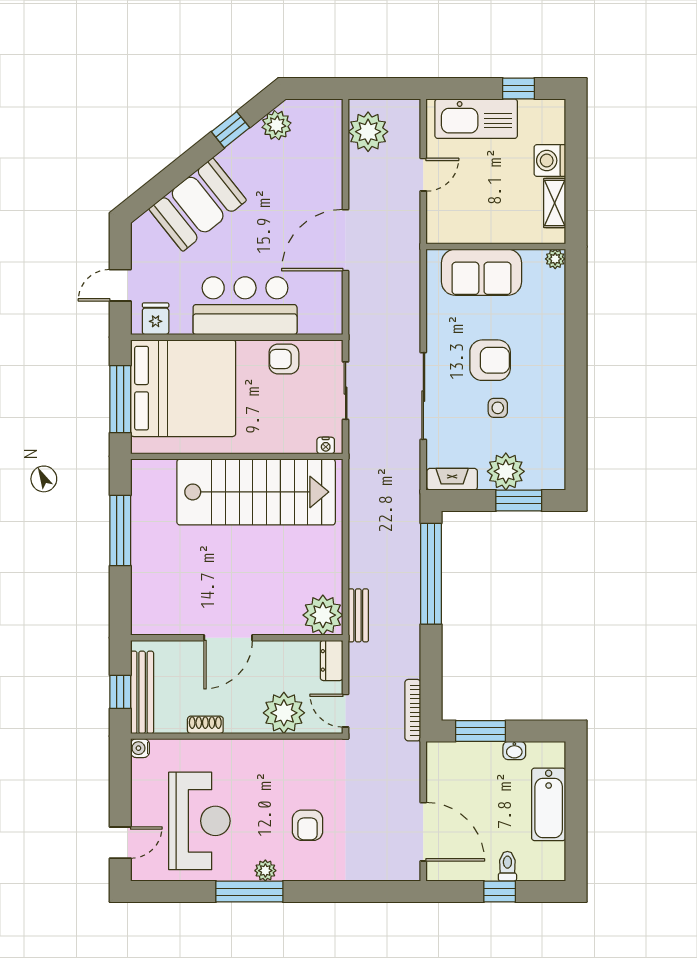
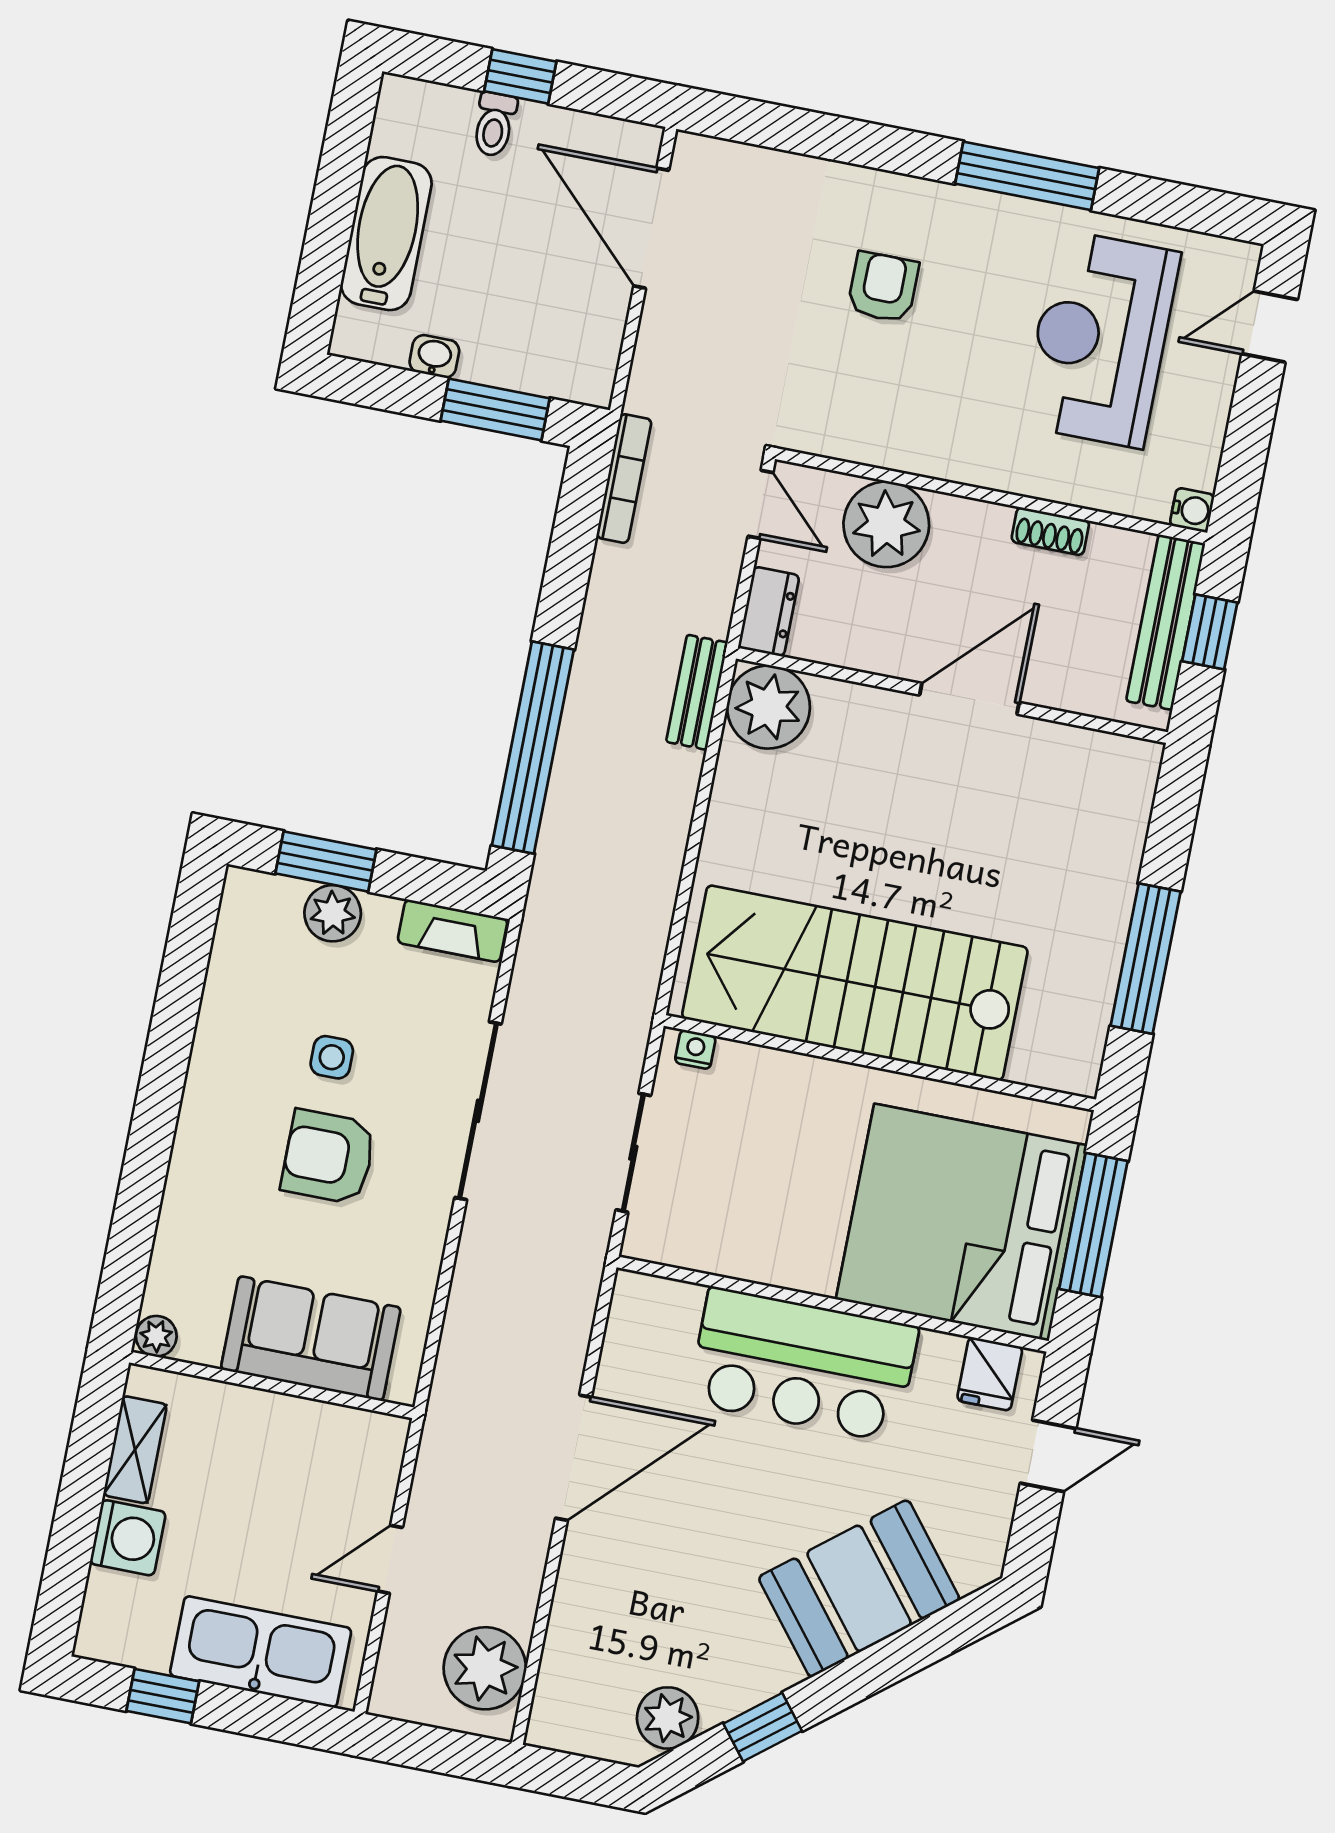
armchair: (284, 359) -> (746, 1241), removed
plant: (506, 471) -> (333, 913), width x0.73, depth x0.73
plant: (265, 871) -> (987, 212), removed

